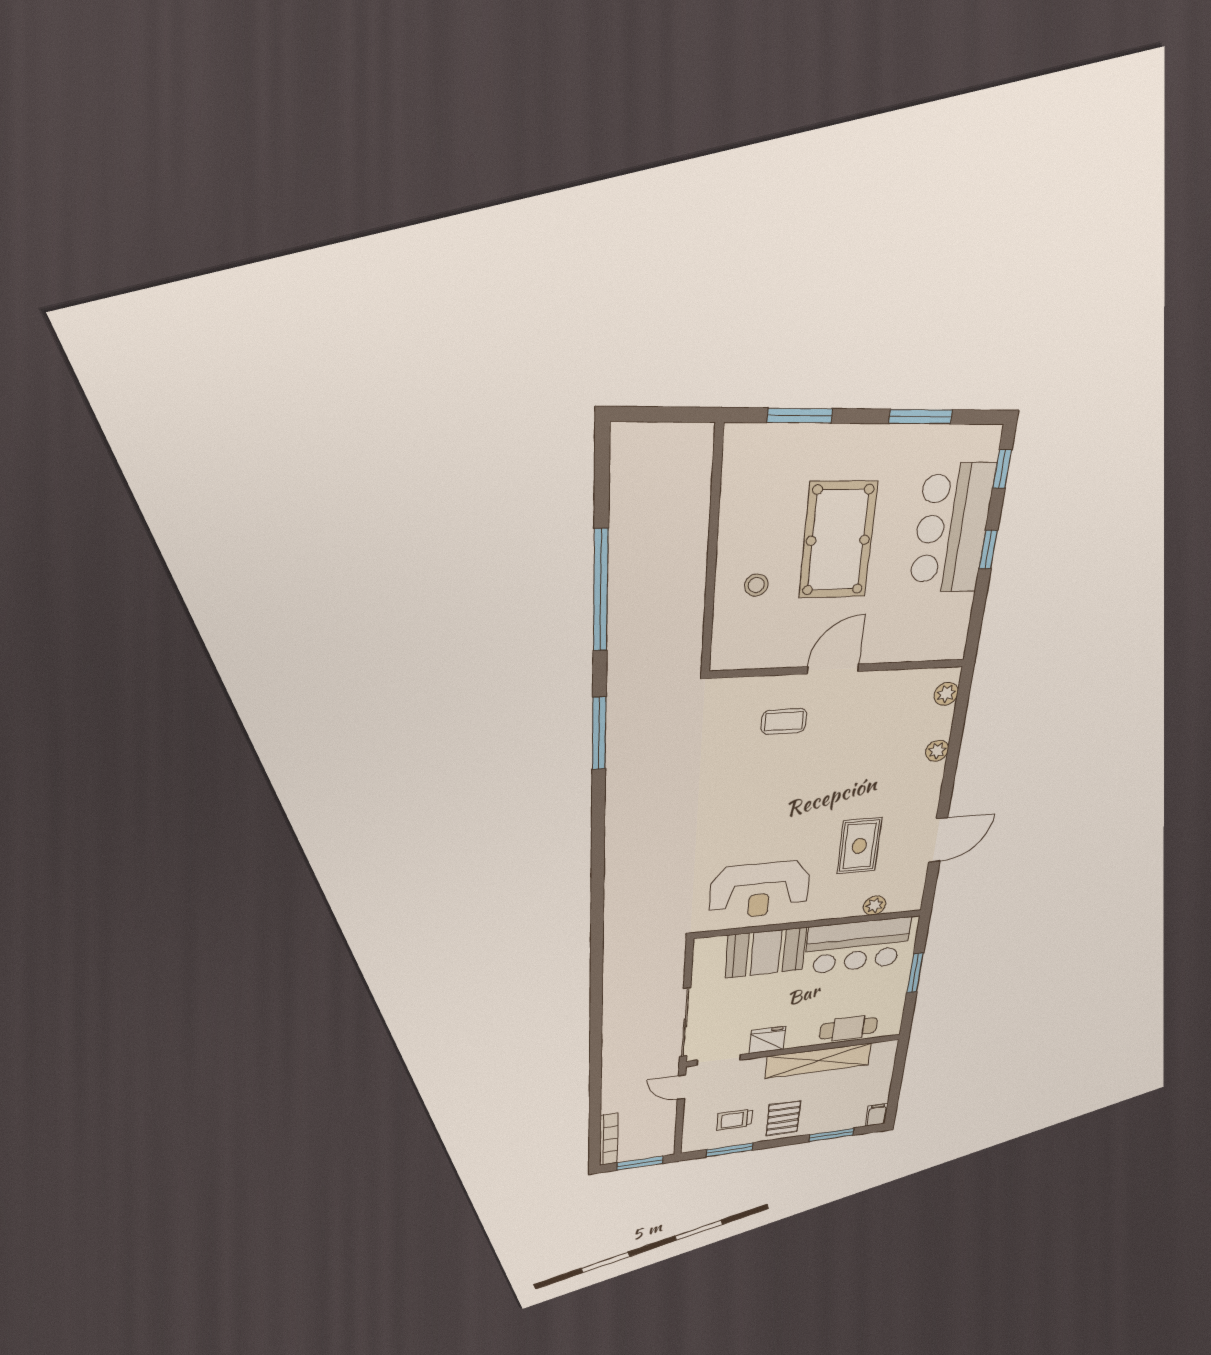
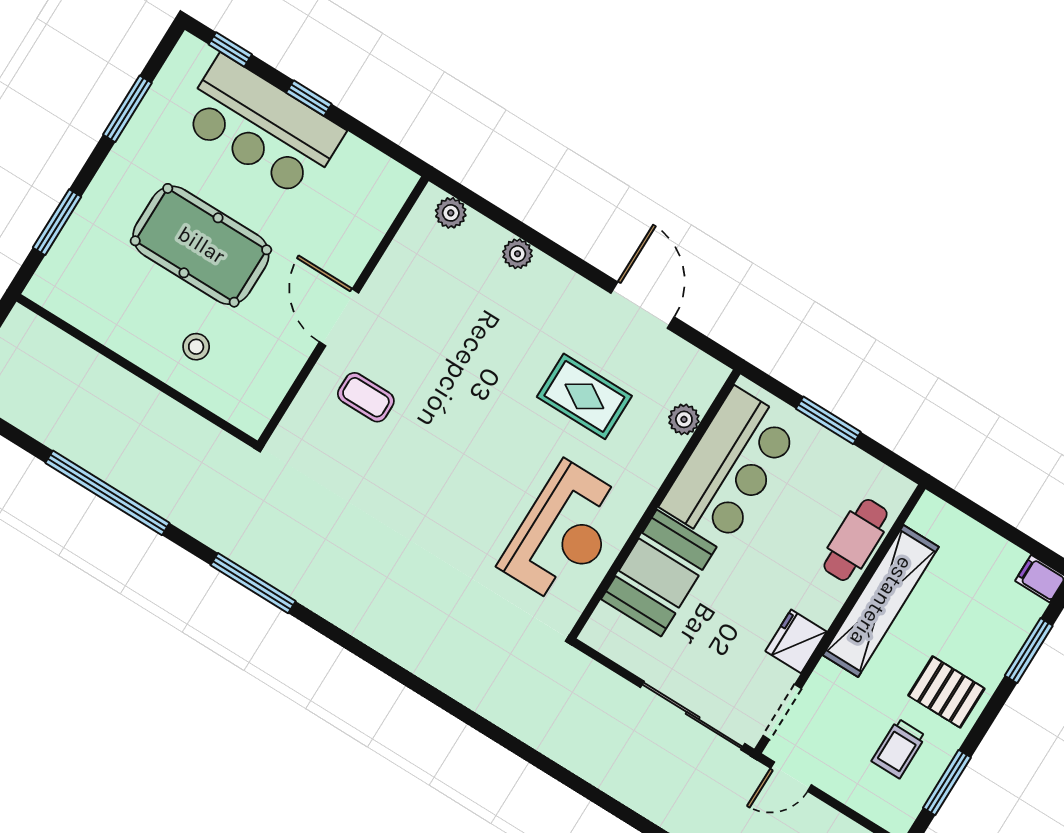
coffee table: (784, 721) -> (366, 397), turned 90

